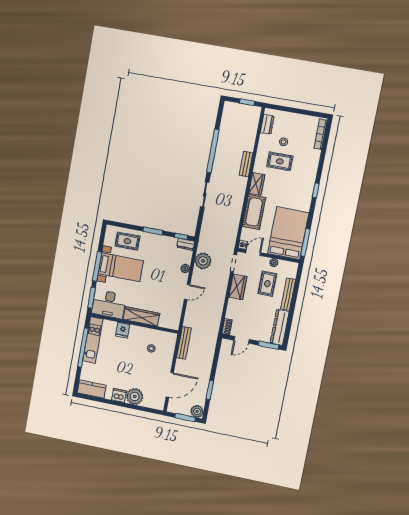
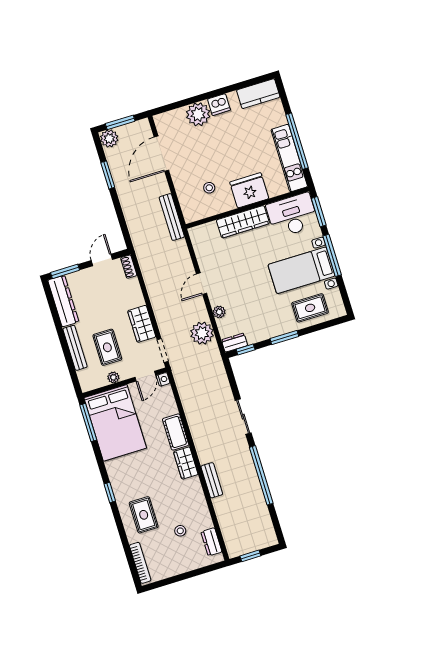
rug: (280, 161) -> (144, 515), moved, turned 90
cot: (254, 212) -> (176, 432), width x0.73, depth x0.75
fridge: (123, 330) -> (249, 190), width x1.88, depth x1.34

